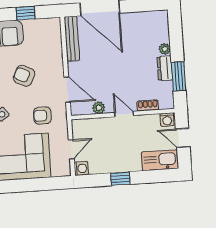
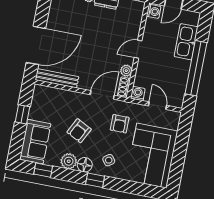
shoe rack: (148, 105) -> (124, 87), moved
kitchen sink: (160, 160) -> (186, 42), moved
washing machine: (81, 168) -> (138, 94), moved
window: (120, 179) -> (196, 68), width x3.17

